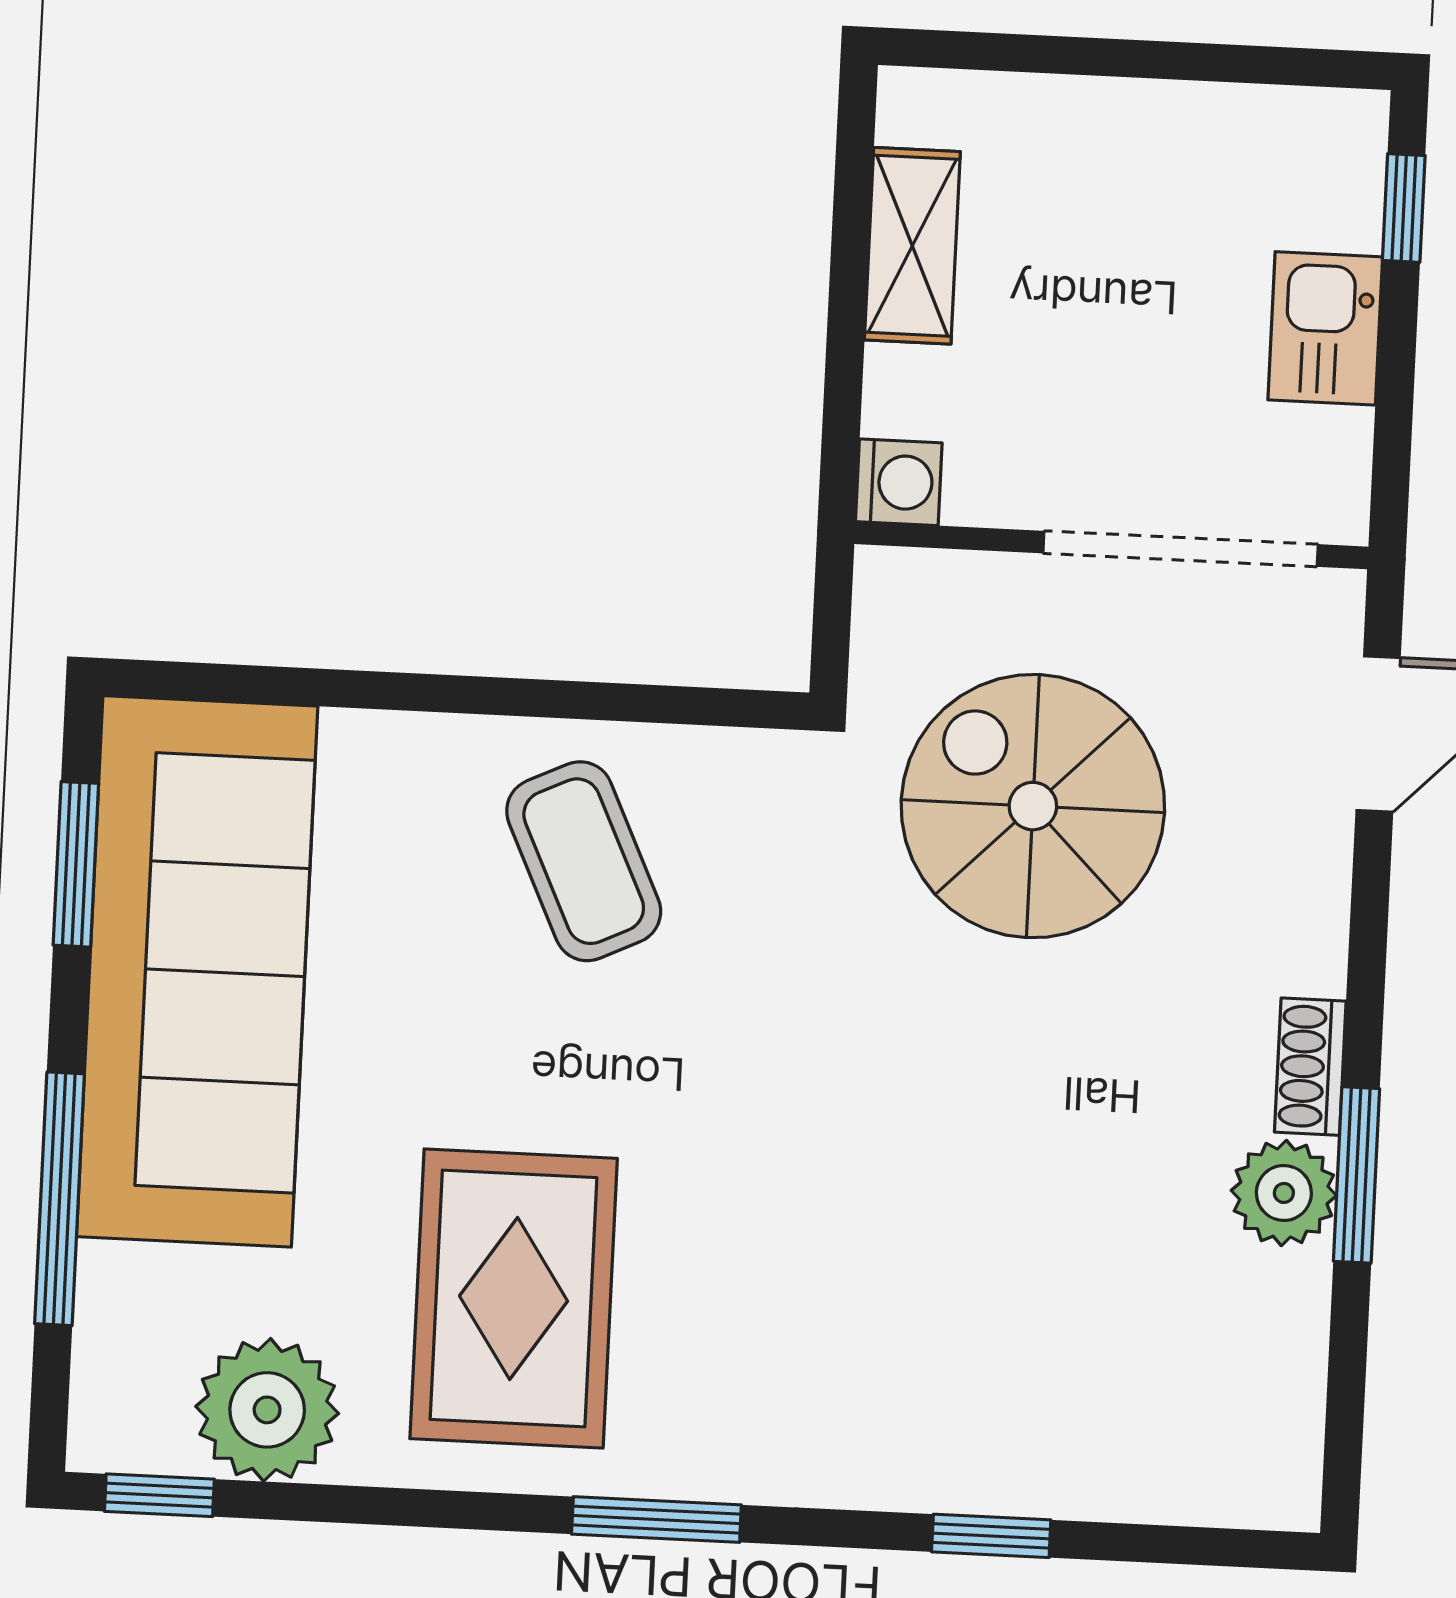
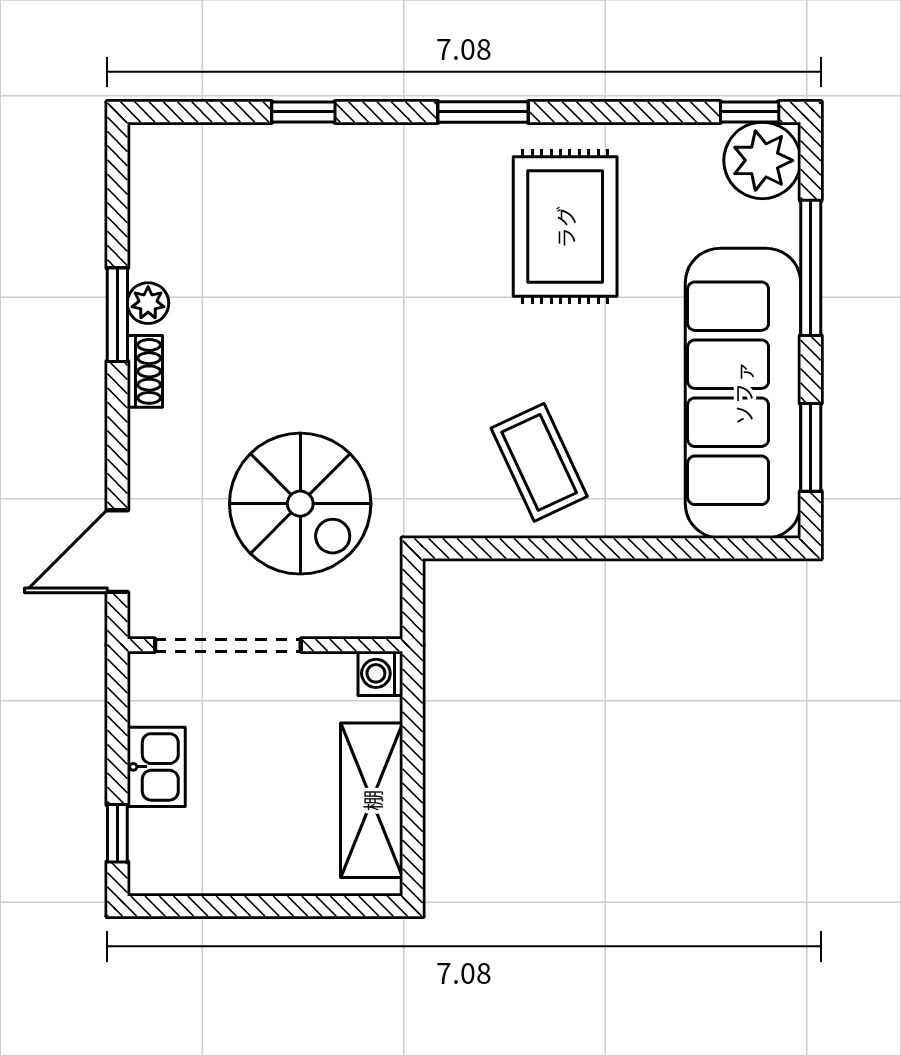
shelving: (912, 246) -> (372, 800), width x1.50, depth x1.33
plant: (1284, 1193) -> (148, 303), width x0.73, depth x0.73
plant: (267, 1410) -> (762, 160), moved

